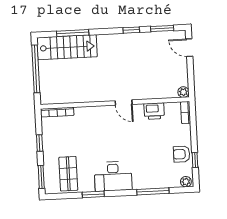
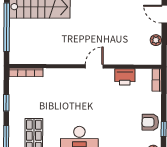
plant: (183, 92) -> (156, 40), moved
door: (124, 103) -> (94, 66), swing flipped

